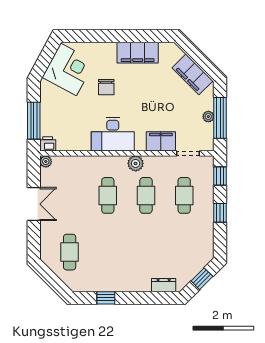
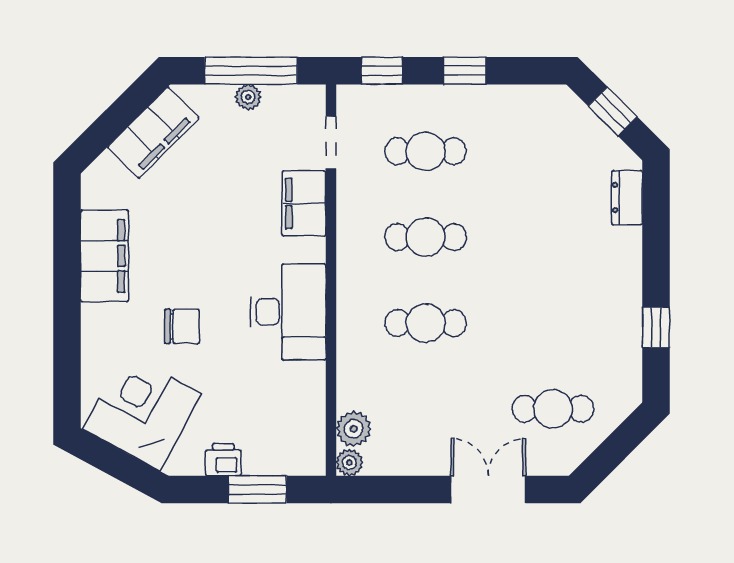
window: (34, 121) -> (257, 489), width x0.69
printer: (48, 144) -> (223, 460), moved, turned 90
plant: (136, 163) -> (354, 429), moved
double door: (34, 204) -> (488, 489), moved

